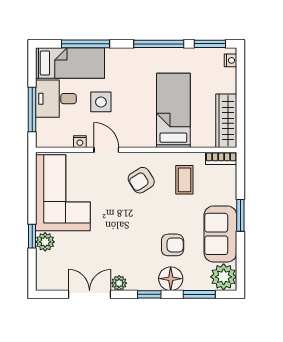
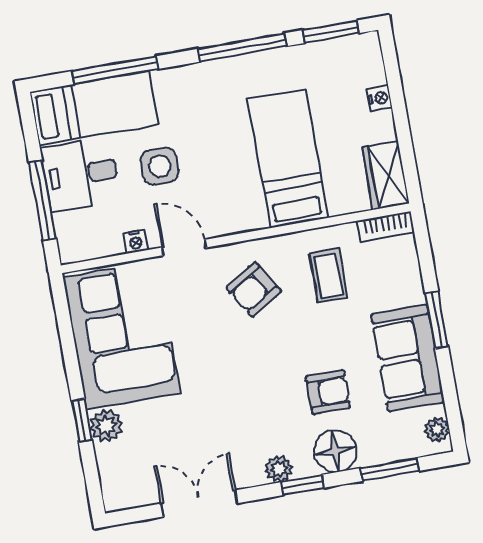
nightstand: (231, 60) -> (379, 98), moved
wardrobe: (226, 121) -> (386, 176), width x0.67
plant: (224, 277) -> (437, 429), width x0.53, depth x0.53
plant: (119, 283) -> (279, 469), moved

